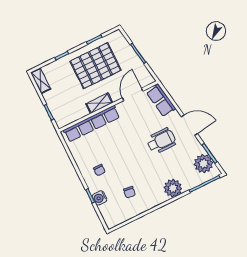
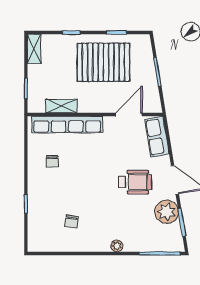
shelving: (99, 103) -> (61, 106), moved
plant: (204, 164) -> (167, 212), moved
chair: (99, 170) -> (52, 161), moved
plant: (173, 188) -> (117, 246), width x0.53, depth x0.53
water cooler: (100, 198) -> (35, 211), removed

